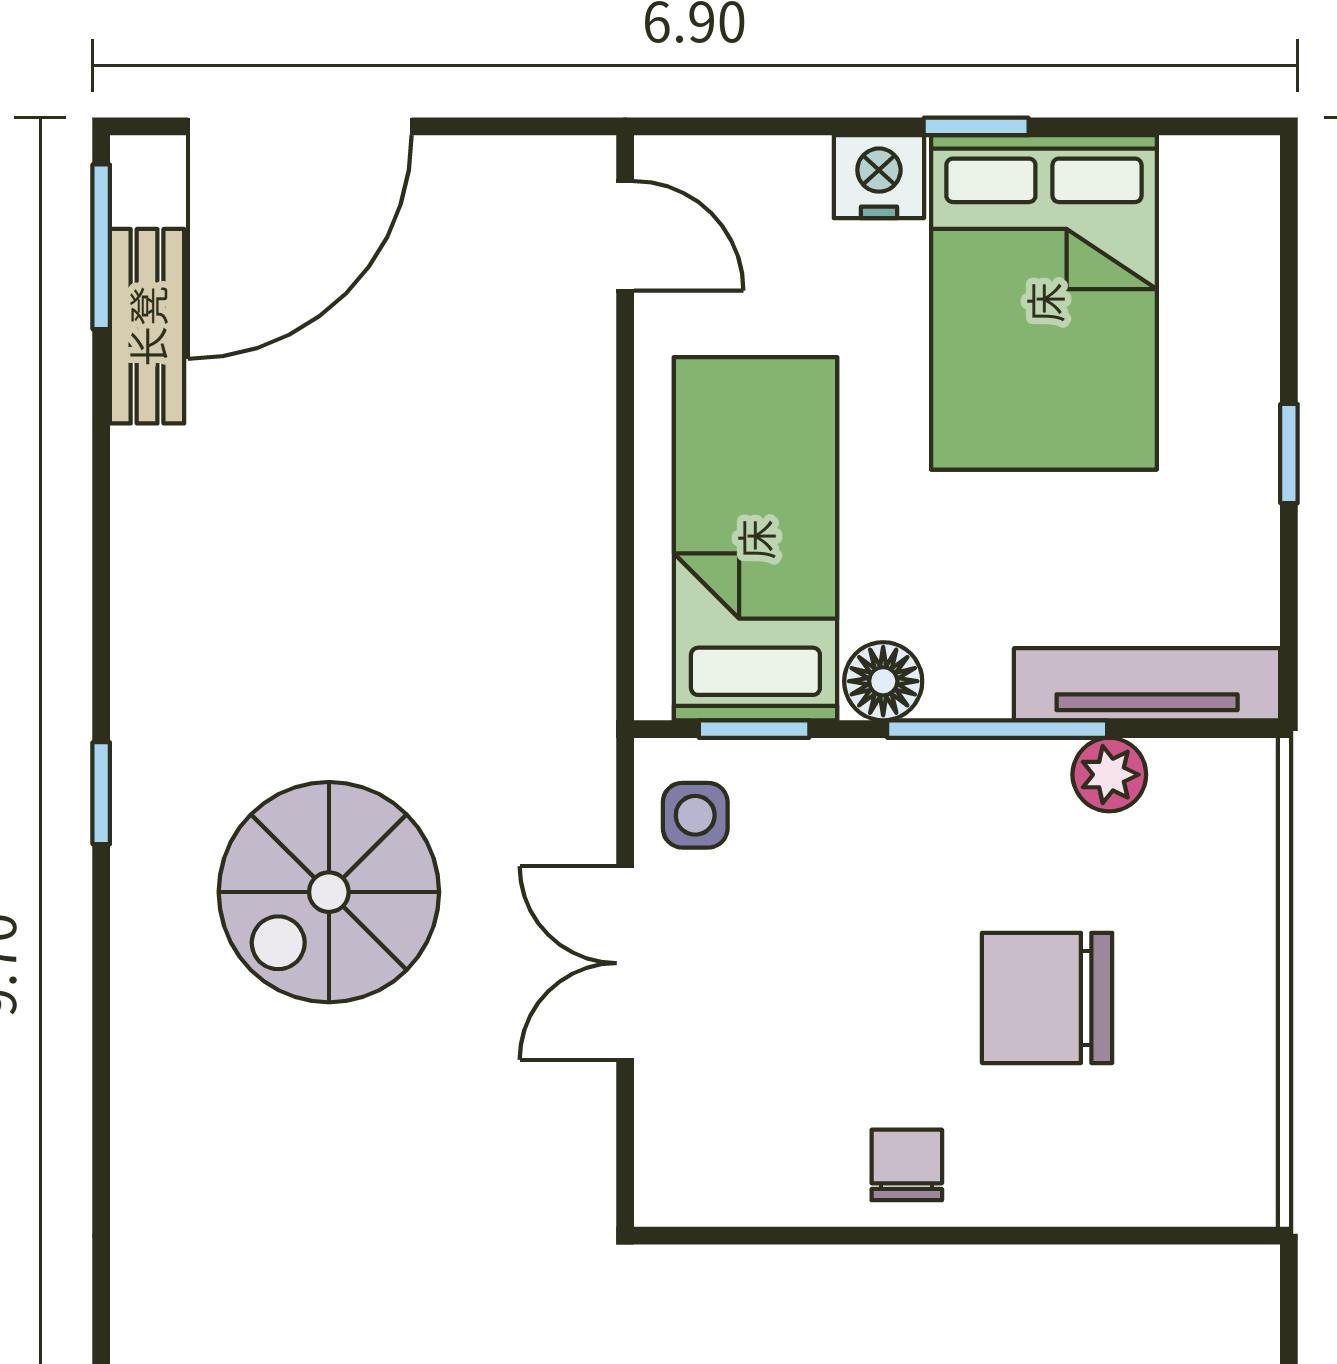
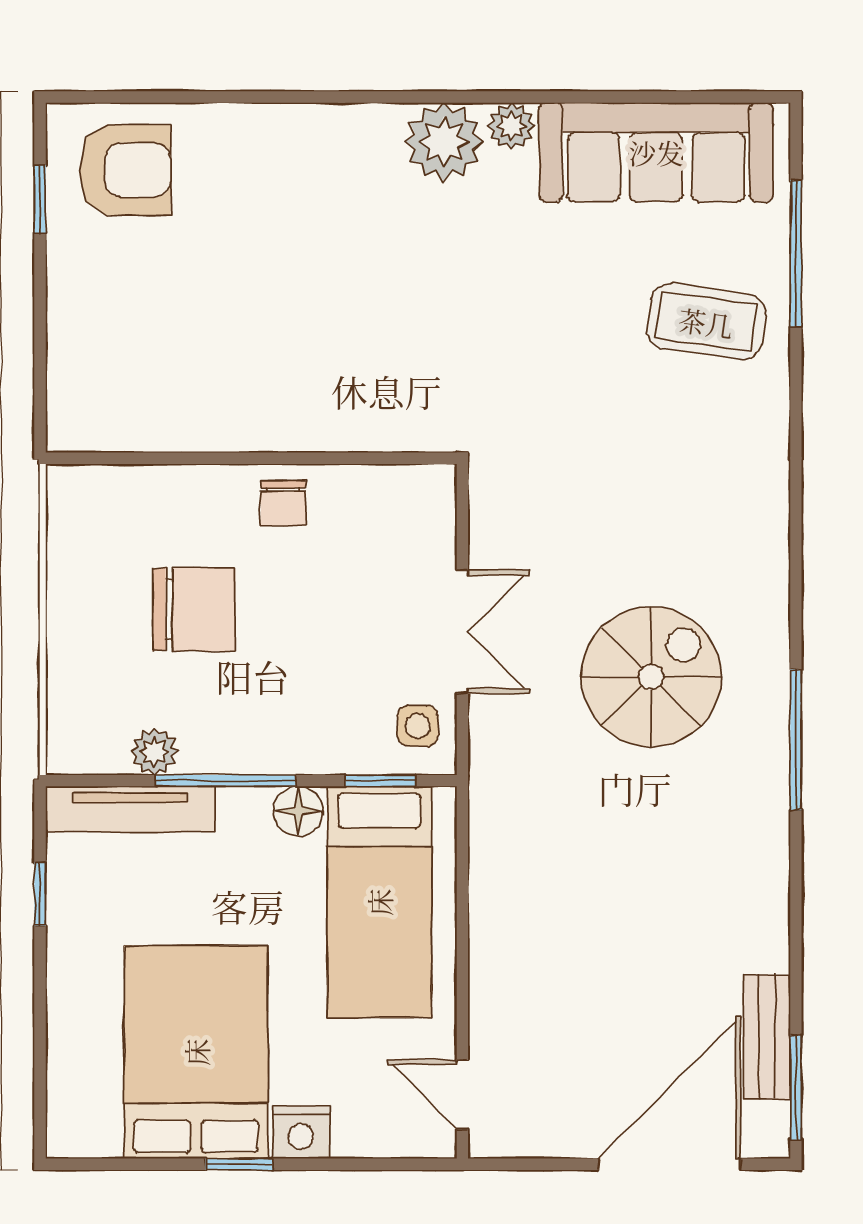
window: (1289, 454) -> (40, 894), moved
window: (101, 793) -> (796, 740), width x2.17

